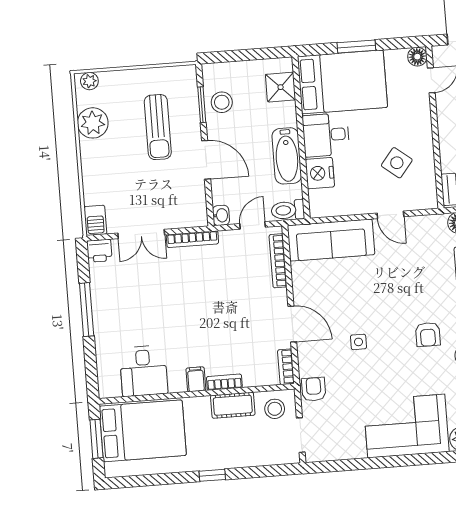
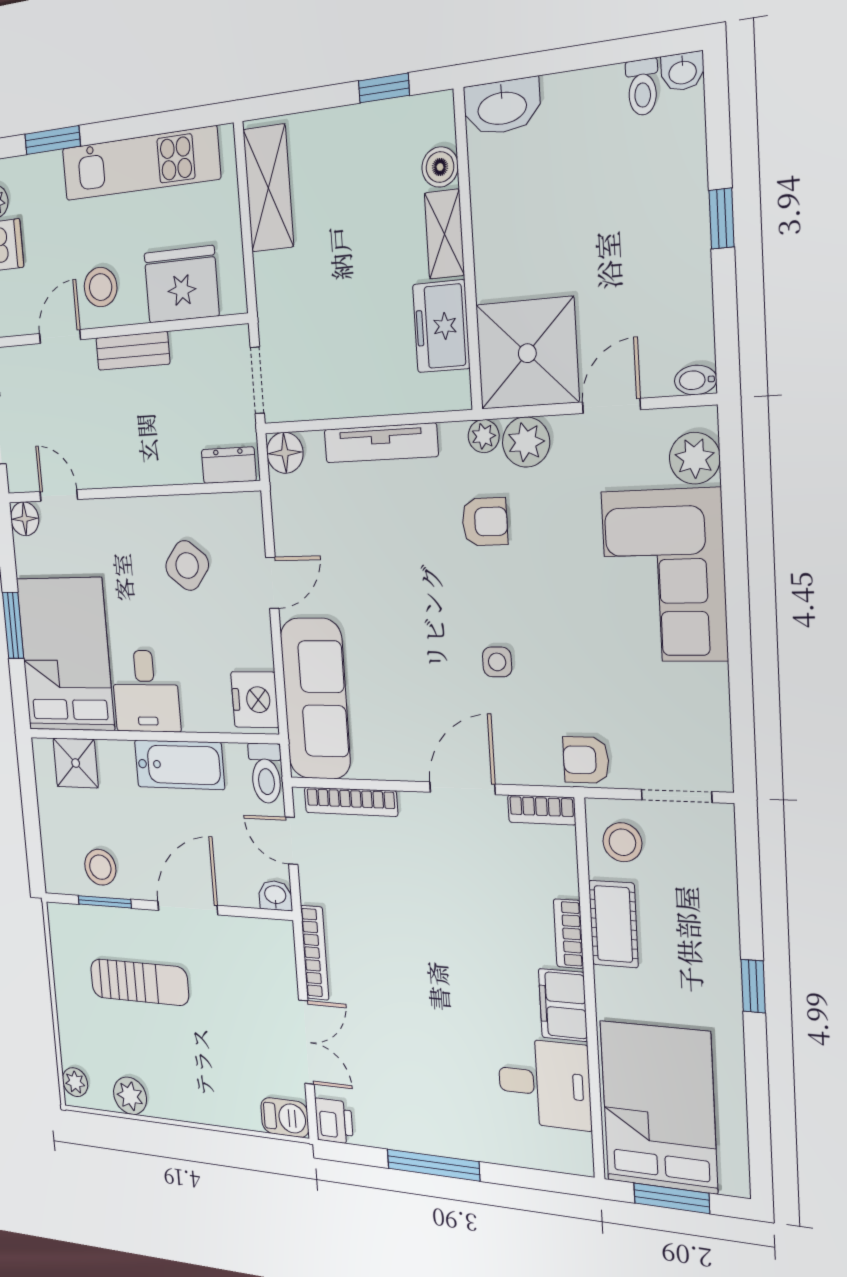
plant: (93, 123) -> (130, 1096), width x0.73, depth x0.73
nightstand: (320, 173) -> (255, 700), moved, turned -90
filing cabinet: (196, 379) -> (563, 1005), width x2.00

